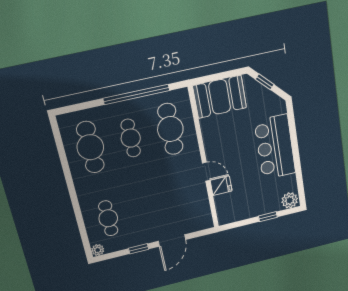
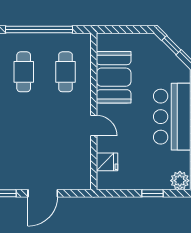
booth: (220, 97) -> (114, 77), moved, turned 90
cafe table: (170, 129) -> (65, 72), width x0.73, depth x0.74
fridge: (221, 186) -> (107, 162), moved

